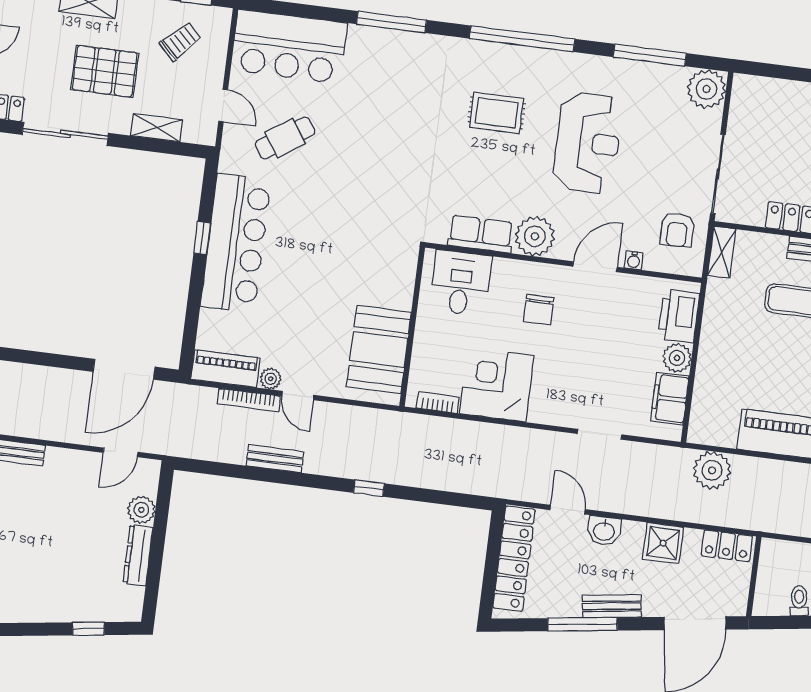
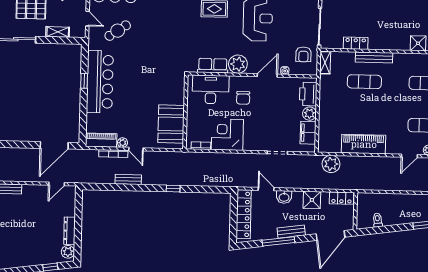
desk: (460, 283) -> (211, 89), width x1.37
plant: (141, 510) -> (68, 252), moved

